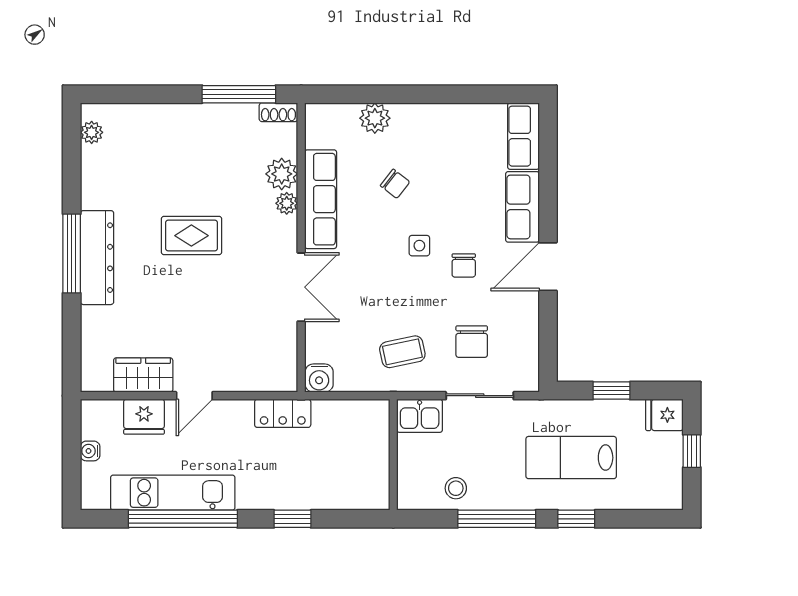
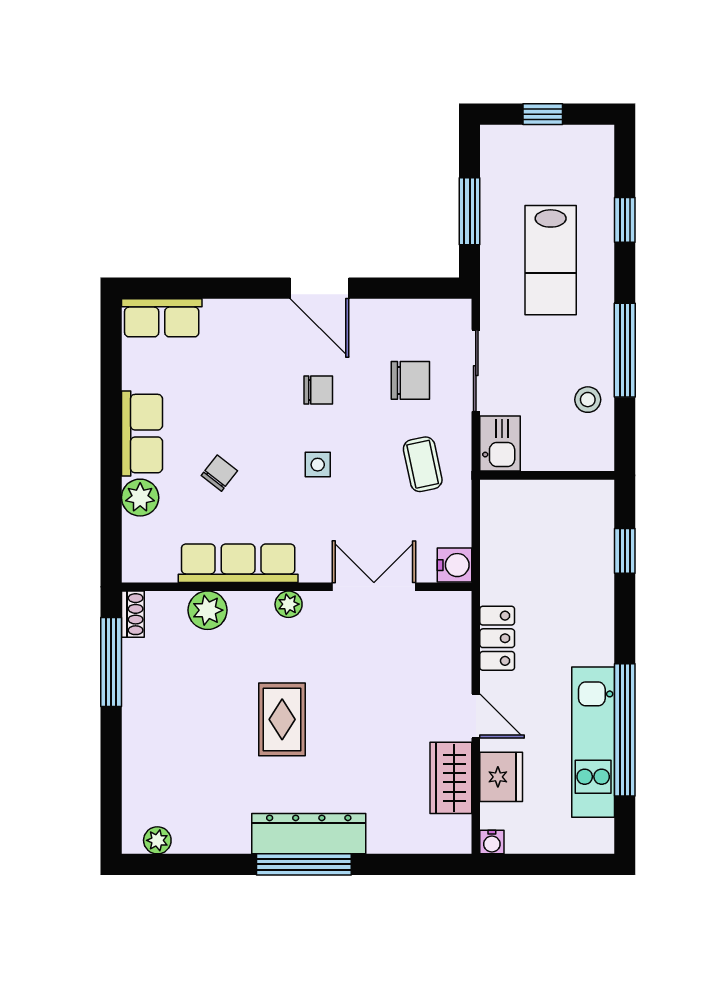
plant: (287, 203) -> (289, 604), moved
row of seats: (522, 207) -> (142, 434), moved, turned -90
side table: (419, 246) -> (318, 465), moved
double door: (301, 287) -> (374, 587), moved
window: (611, 391) -> (470, 211), width x1.50
locker: (283, 413) -> (497, 638), moved
fridge: (664, 415) -> (499, 147), removed
water cooler: (90, 451) -> (492, 842), moved
window: (292, 519) -> (625, 551), moved
window: (576, 519) -> (625, 220), moved

